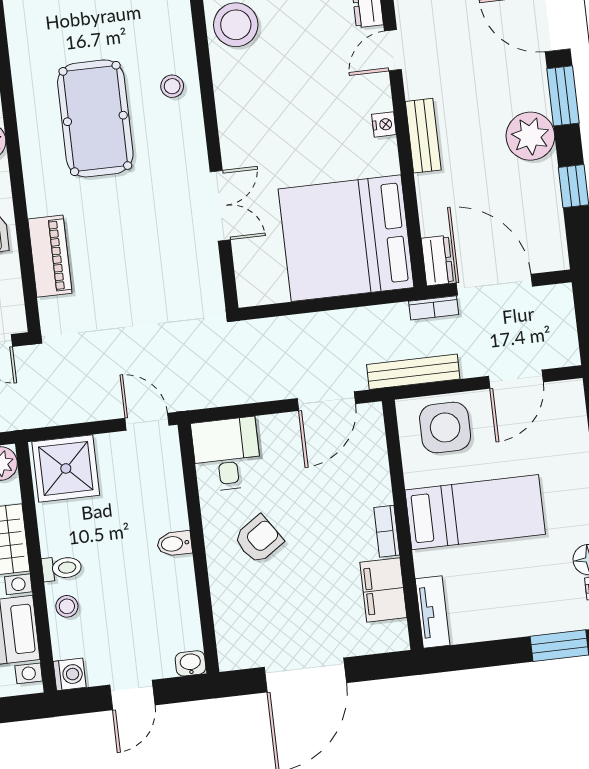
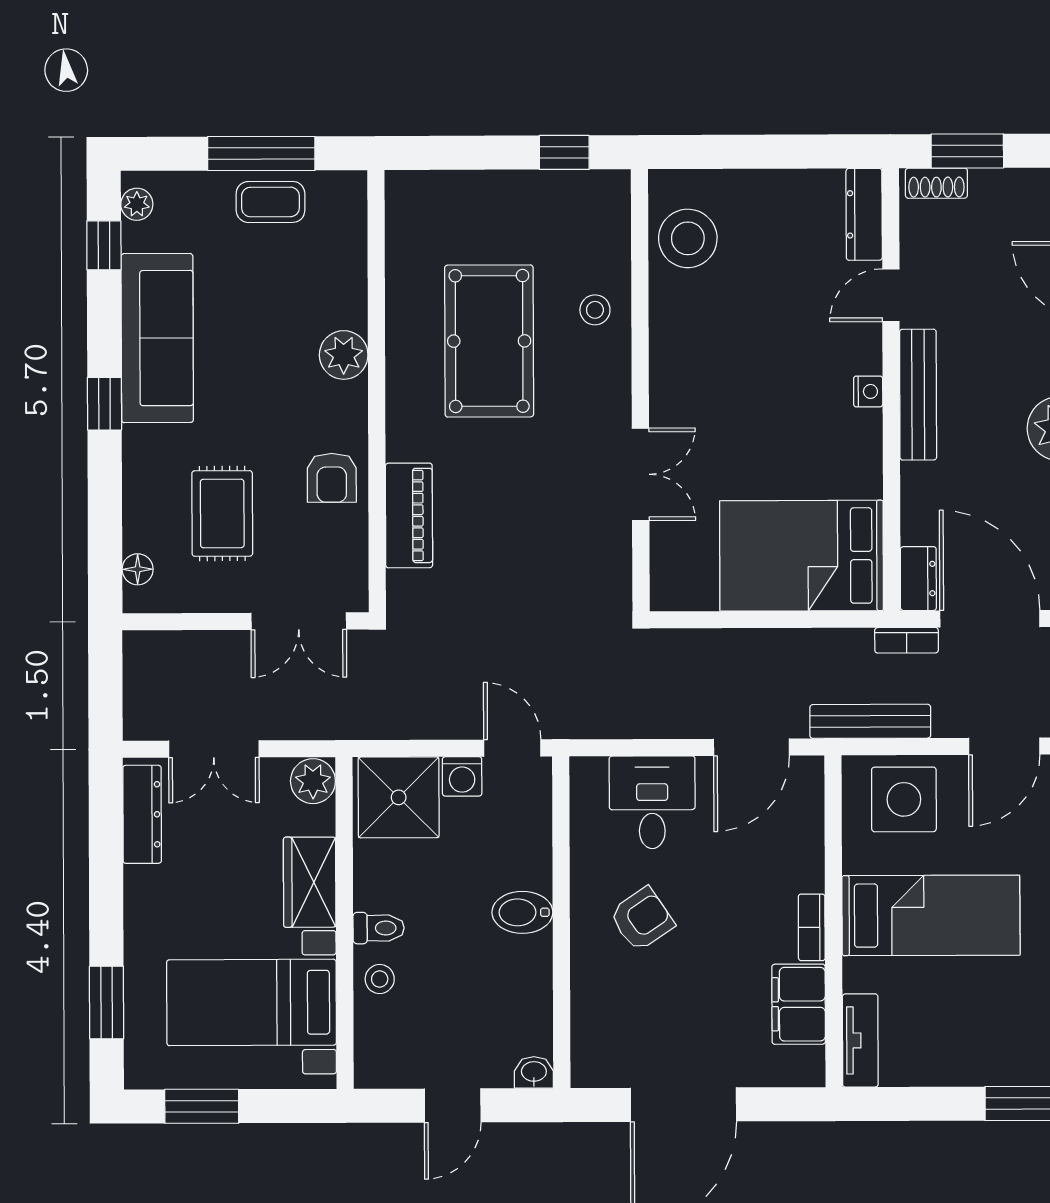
bench: (423, 136) -> (918, 395), width x1.36
bed: (346, 238) -> (802, 556), width x0.73
desk: (227, 454) -> (652, 802), moved
bidet: (174, 544) -> (522, 912), width x1.38, depth x1.36
washing machine: (70, 674) -> (462, 776), moved, turned 90

